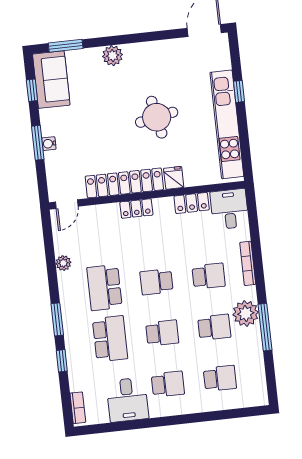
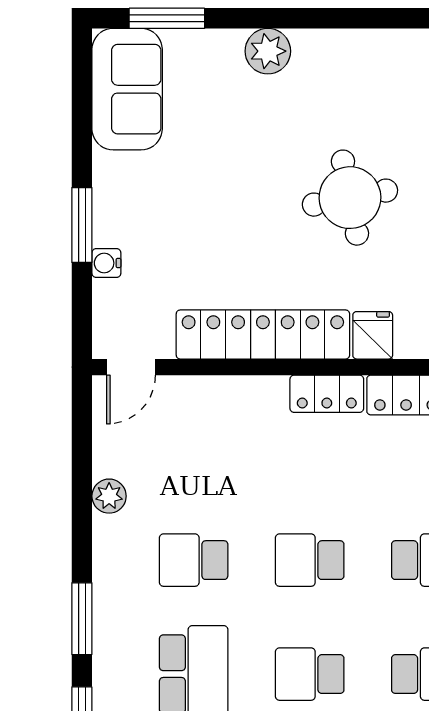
window: (32, 90) -> (82, 108), removed
water cooler: (49, 144) -> (106, 263), moved
locker: (136, 209) -> (327, 394), moved
school desk: (104, 288) -> (194, 560), width x0.54
school desk: (162, 333) -> (310, 674), turned 180

